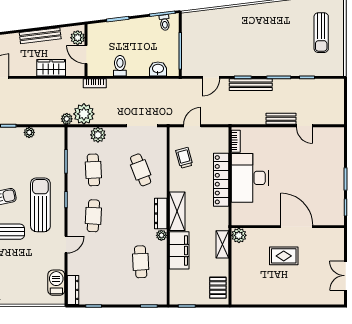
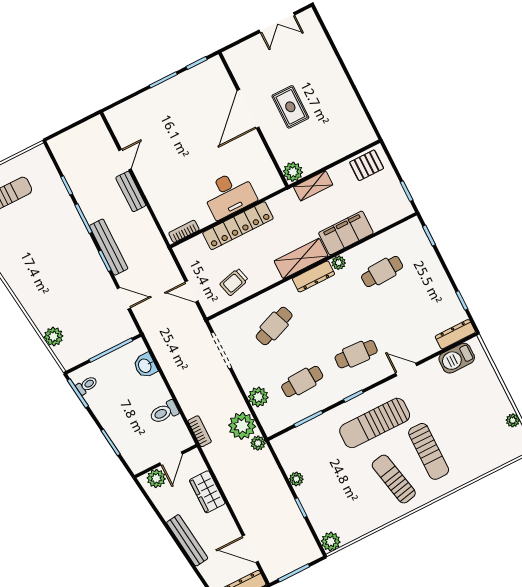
plant: (209, 17) -> (54, 337), added
bench: (40, 36) -> (187, 540), moved
desk: (250, 178) -> (229, 194), width x0.73, depth x0.77

